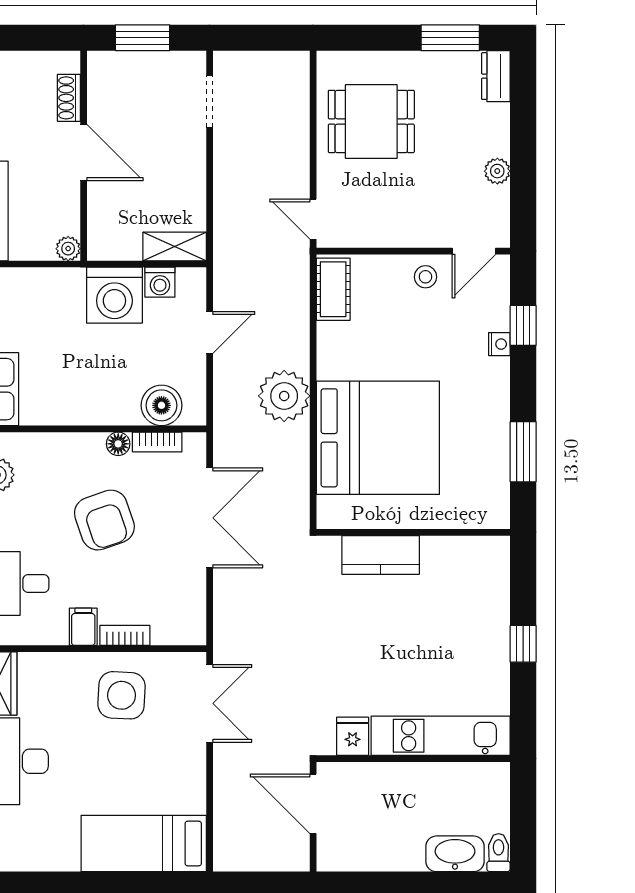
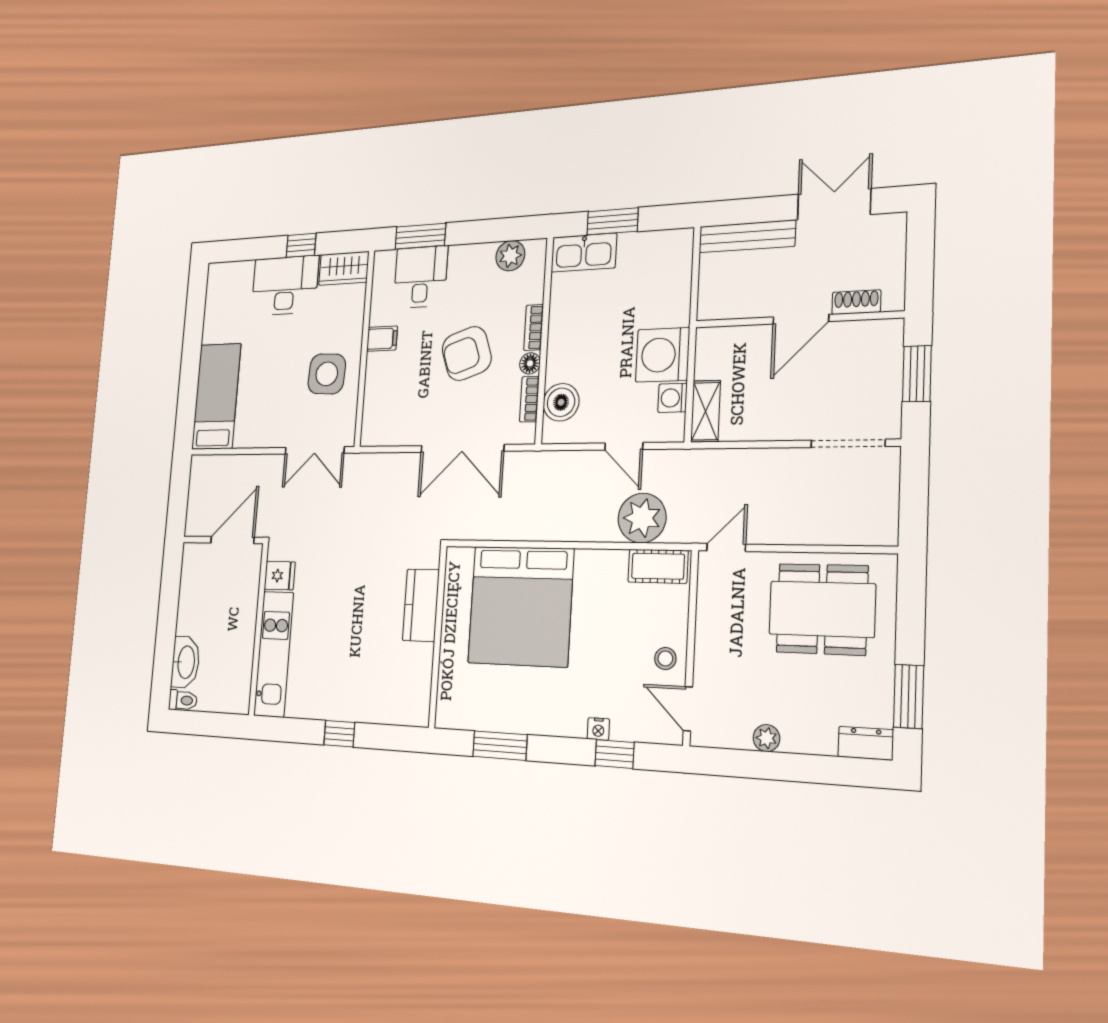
doorway: (210, 102) -> (848, 443), width x1.38
dining table: (371, 121) -> (822, 609), width x1.38
plant: (68, 249) -> (708, 309), removed
plant: (284, 396) -> (642, 518), moved
bookcase: (125, 635) -> (534, 327), moved, turned 180

